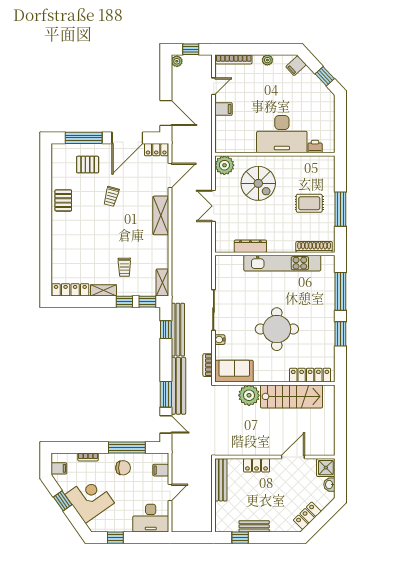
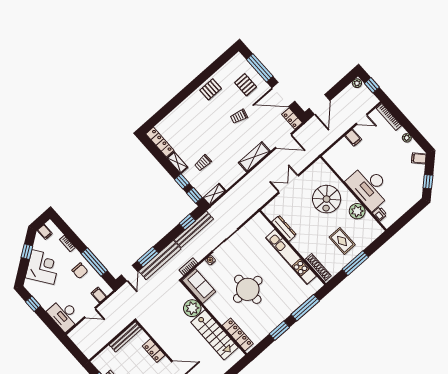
plant: (224, 165) -> (357, 211), moved

